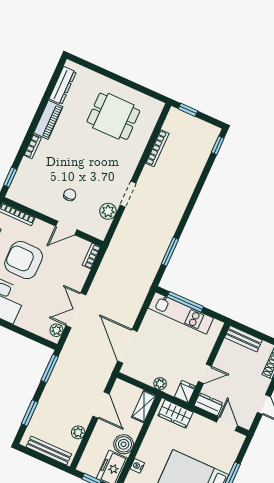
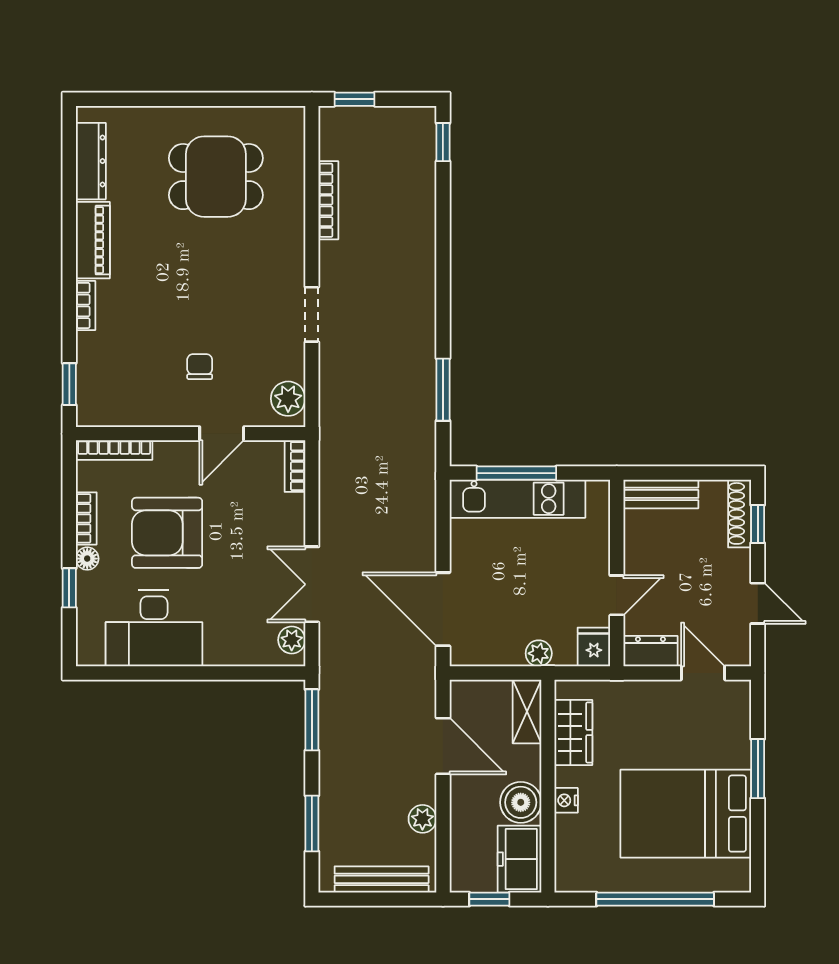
plant: (108, 211) -> (288, 399), moved
wardrobe: (175, 414) -> (573, 732), moved, turned -90
nightstand: (137, 466) -> (566, 800), moved

